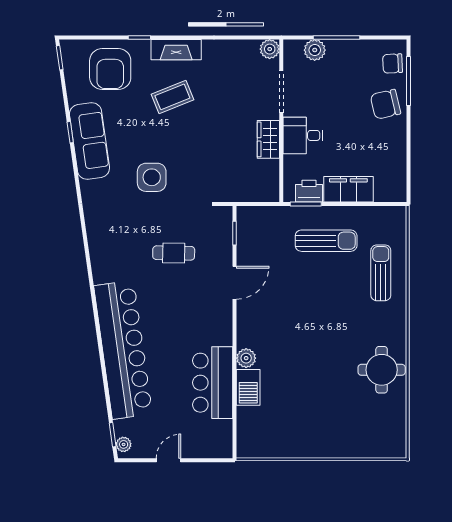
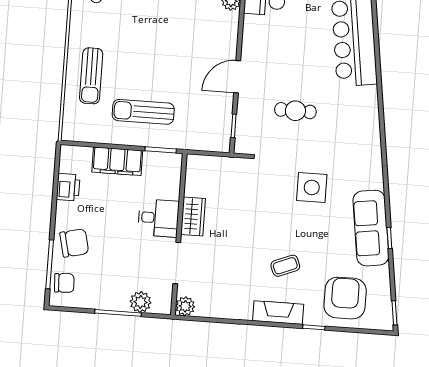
coffee table: (172, 97) -> (285, 266), width x0.73, depth x0.77
printer: (309, 191) -> (68, 187), moved, turned -90

